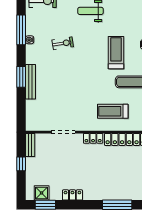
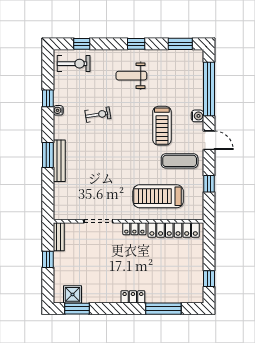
window: (21, 30) -> (48, 98), width x0.46
treadmill: (116, 53) -> (162, 126), turned 180
treadmill: (113, 111) -> (158, 196), width x1.37, depth x1.38
locker: (72, 195) -> (133, 297), moved

